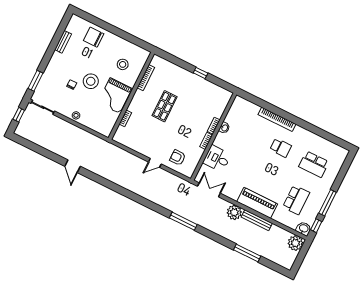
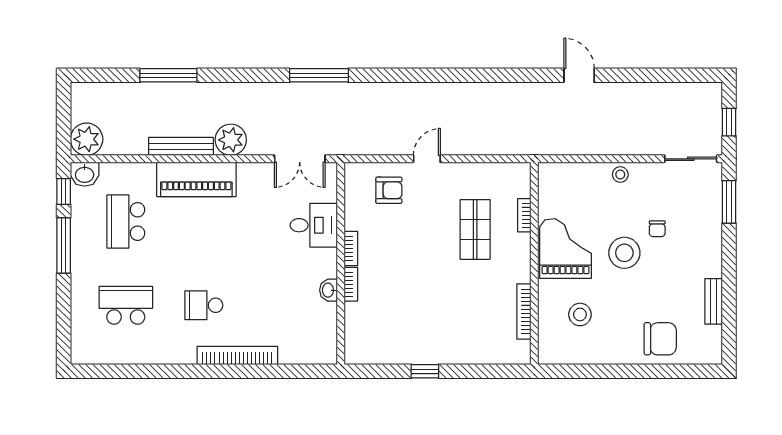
shop shelf: (165, 106) -> (475, 230), moved

